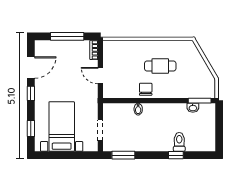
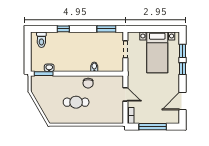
window: (31, 93) -> (182, 69), moved
toilet: (179, 142) -> (41, 40), moved

